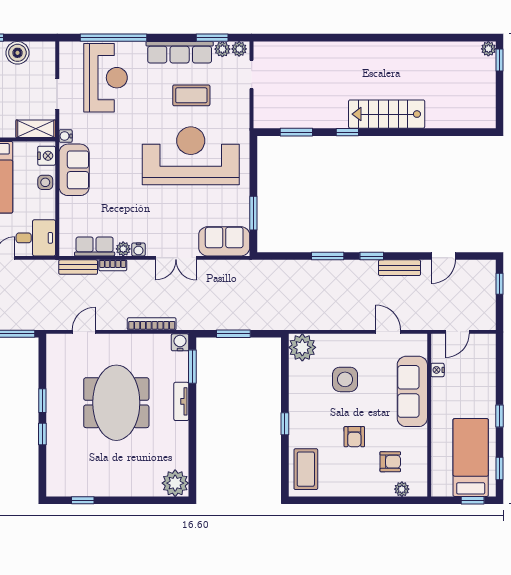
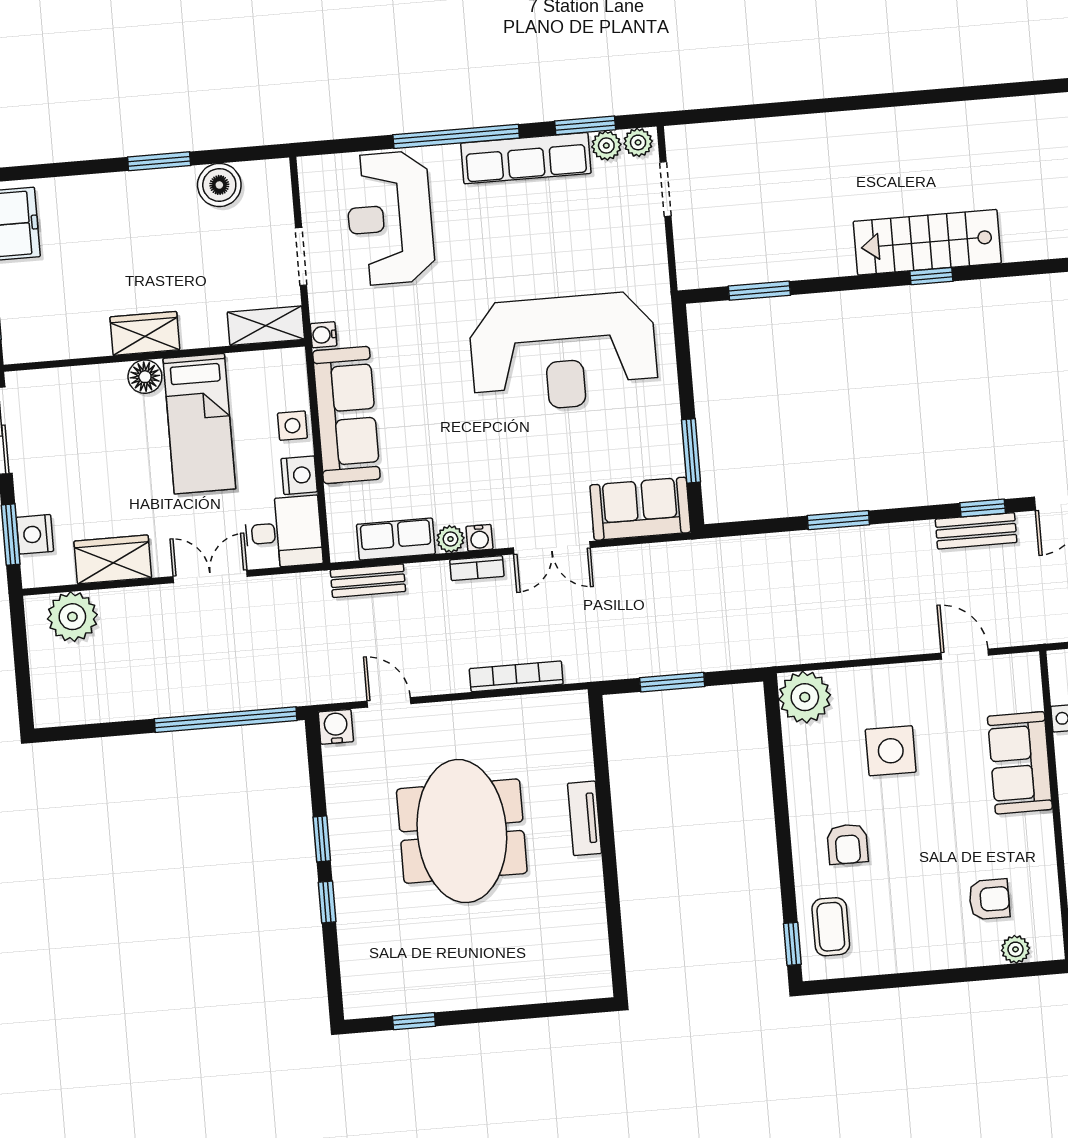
window: (113, 38) -> (456, 136), moved
reception desk: (106, 78) -> (390, 218), turned 180
coffee table: (191, 95) -> (555, 238), removed
window: (347, 132) -> (931, 276), moved
nightstand: (47, 156) -> (299, 475), moved
reception desk: (191, 156) -> (563, 352), turned 180
sofa: (74, 170) -> (346, 415), width x1.36
window: (372, 256) -> (983, 508), moved
bookcase: (113, 265) -> (477, 568), moved
door: (84, 332) -> (389, 702), hinge flipped
water cooler: (180, 342) -> (336, 727), moved
window: (192, 367) -> (600, 751), removed
sofa: (412, 391) -> (1020, 763), width x0.73
window: (285, 424) -> (792, 944), moved
armchair: (354, 437) -> (847, 844), moved
coffee table: (306, 469) -> (831, 927), width x0.73, depth x0.77
plant: (175, 483) -> (586, 974), removed

